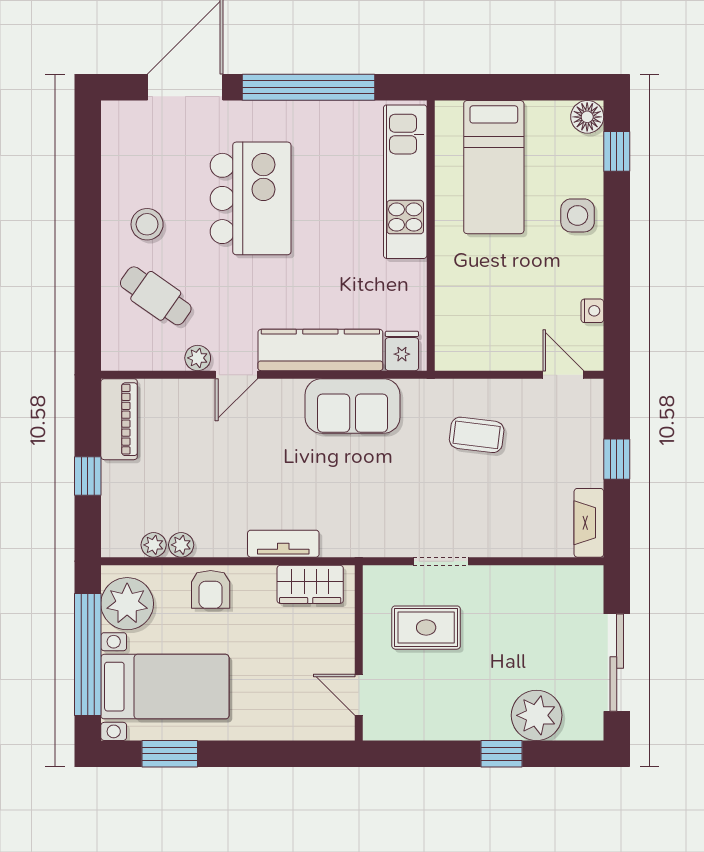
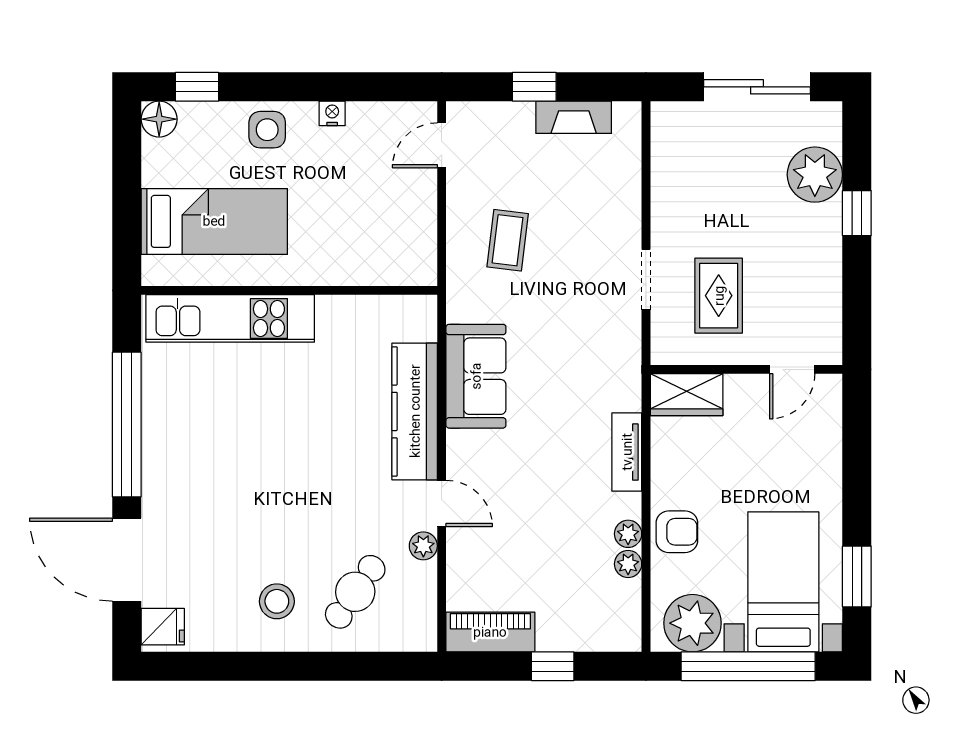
kitchen island: (251, 198) -> (249, 488), removed
nightstand: (592, 311) -> (332, 113), moved
fridge: (402, 351) -> (163, 627), moved, turned 180
fireplace: (589, 523) -> (574, 117), moved
plant: (154, 545) -> (628, 534), moved
wardrobe: (310, 584) -> (687, 395), moved, turned 90

